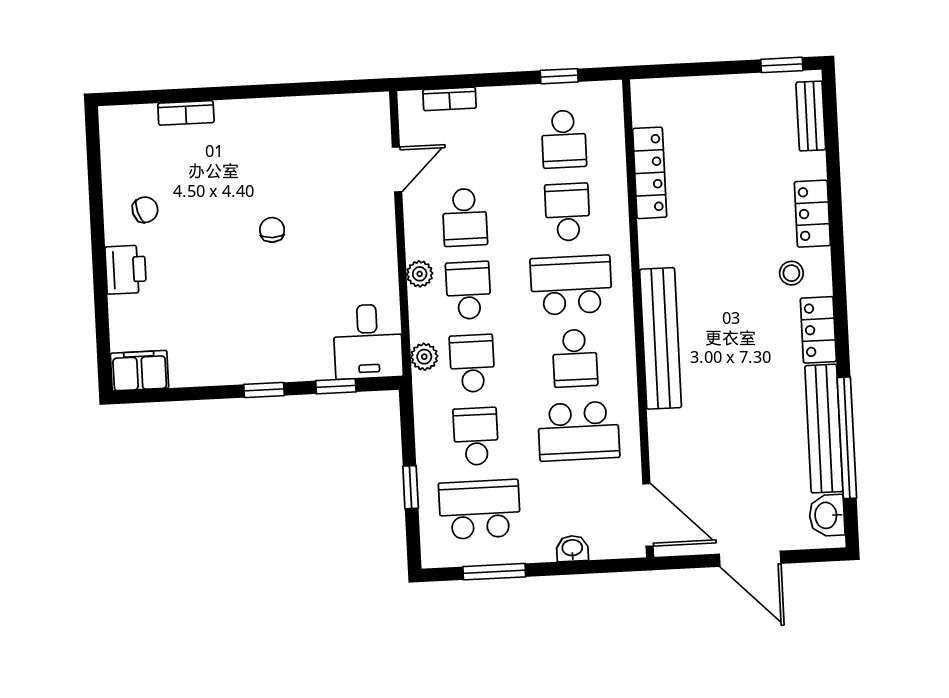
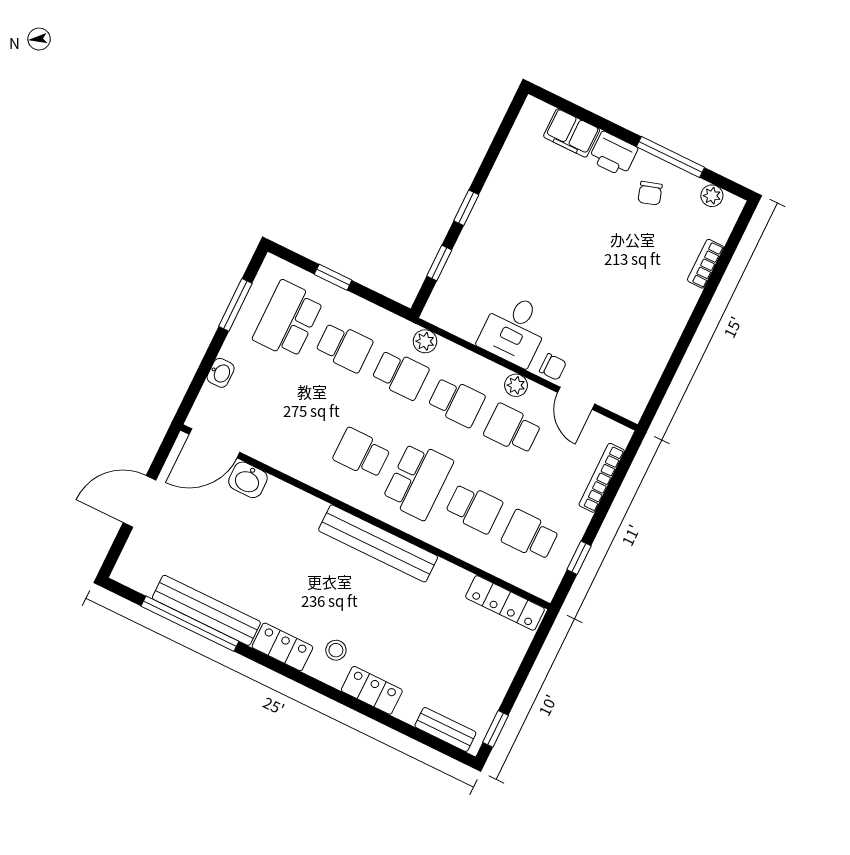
bookcase: (449, 99) -> (602, 478), width x1.56
plant: (113, 145) -> (712, 196), added
locker: (650, 173) -> (505, 603), moved
window: (96, 209) -> (671, 157), added
chair: (272, 230) -> (553, 367), moved
plant: (420, 274) -> (516, 385), moved
bench: (661, 338) -> (378, 543), moved
desk: (368, 341) -> (514, 330), moved, turned -90
filing cabinet: (140, 371) -> (572, 133), moved, turned 90
school desk: (579, 431) -> (306, 426), removed
school desk: (480, 509) -> (288, 320), turned 180
washbasin: (827, 515) -> (248, 480), moved, turned 180

